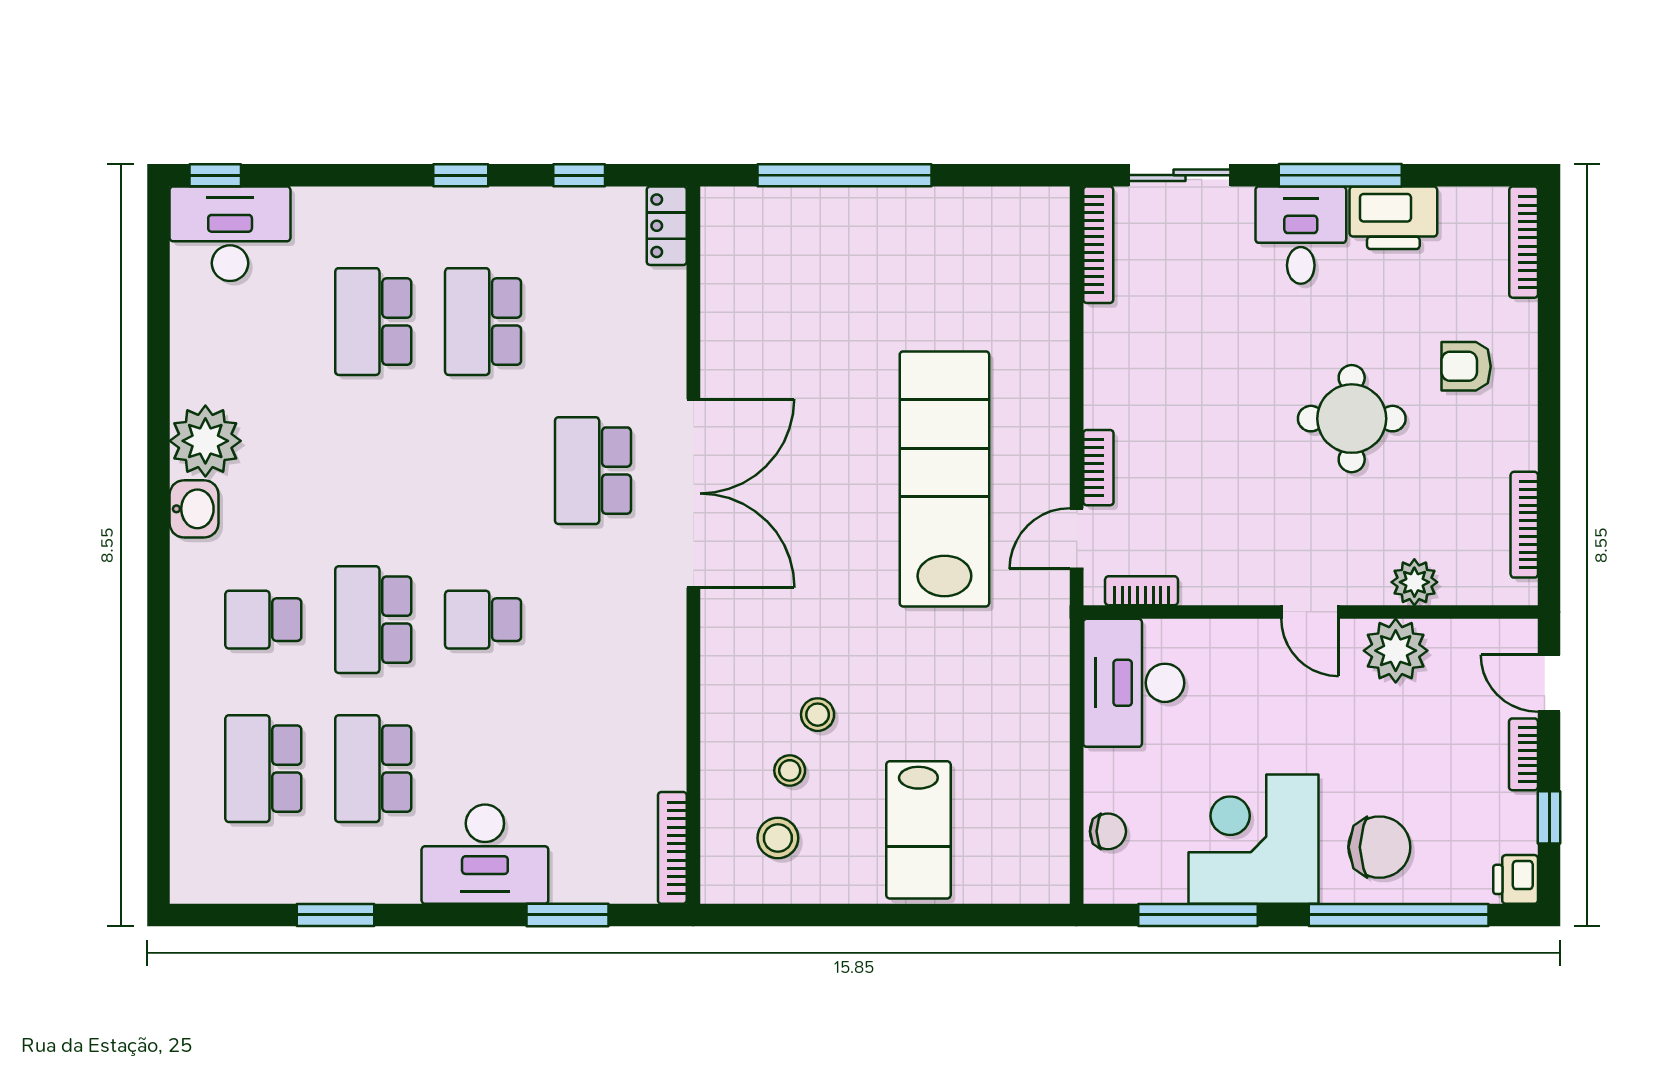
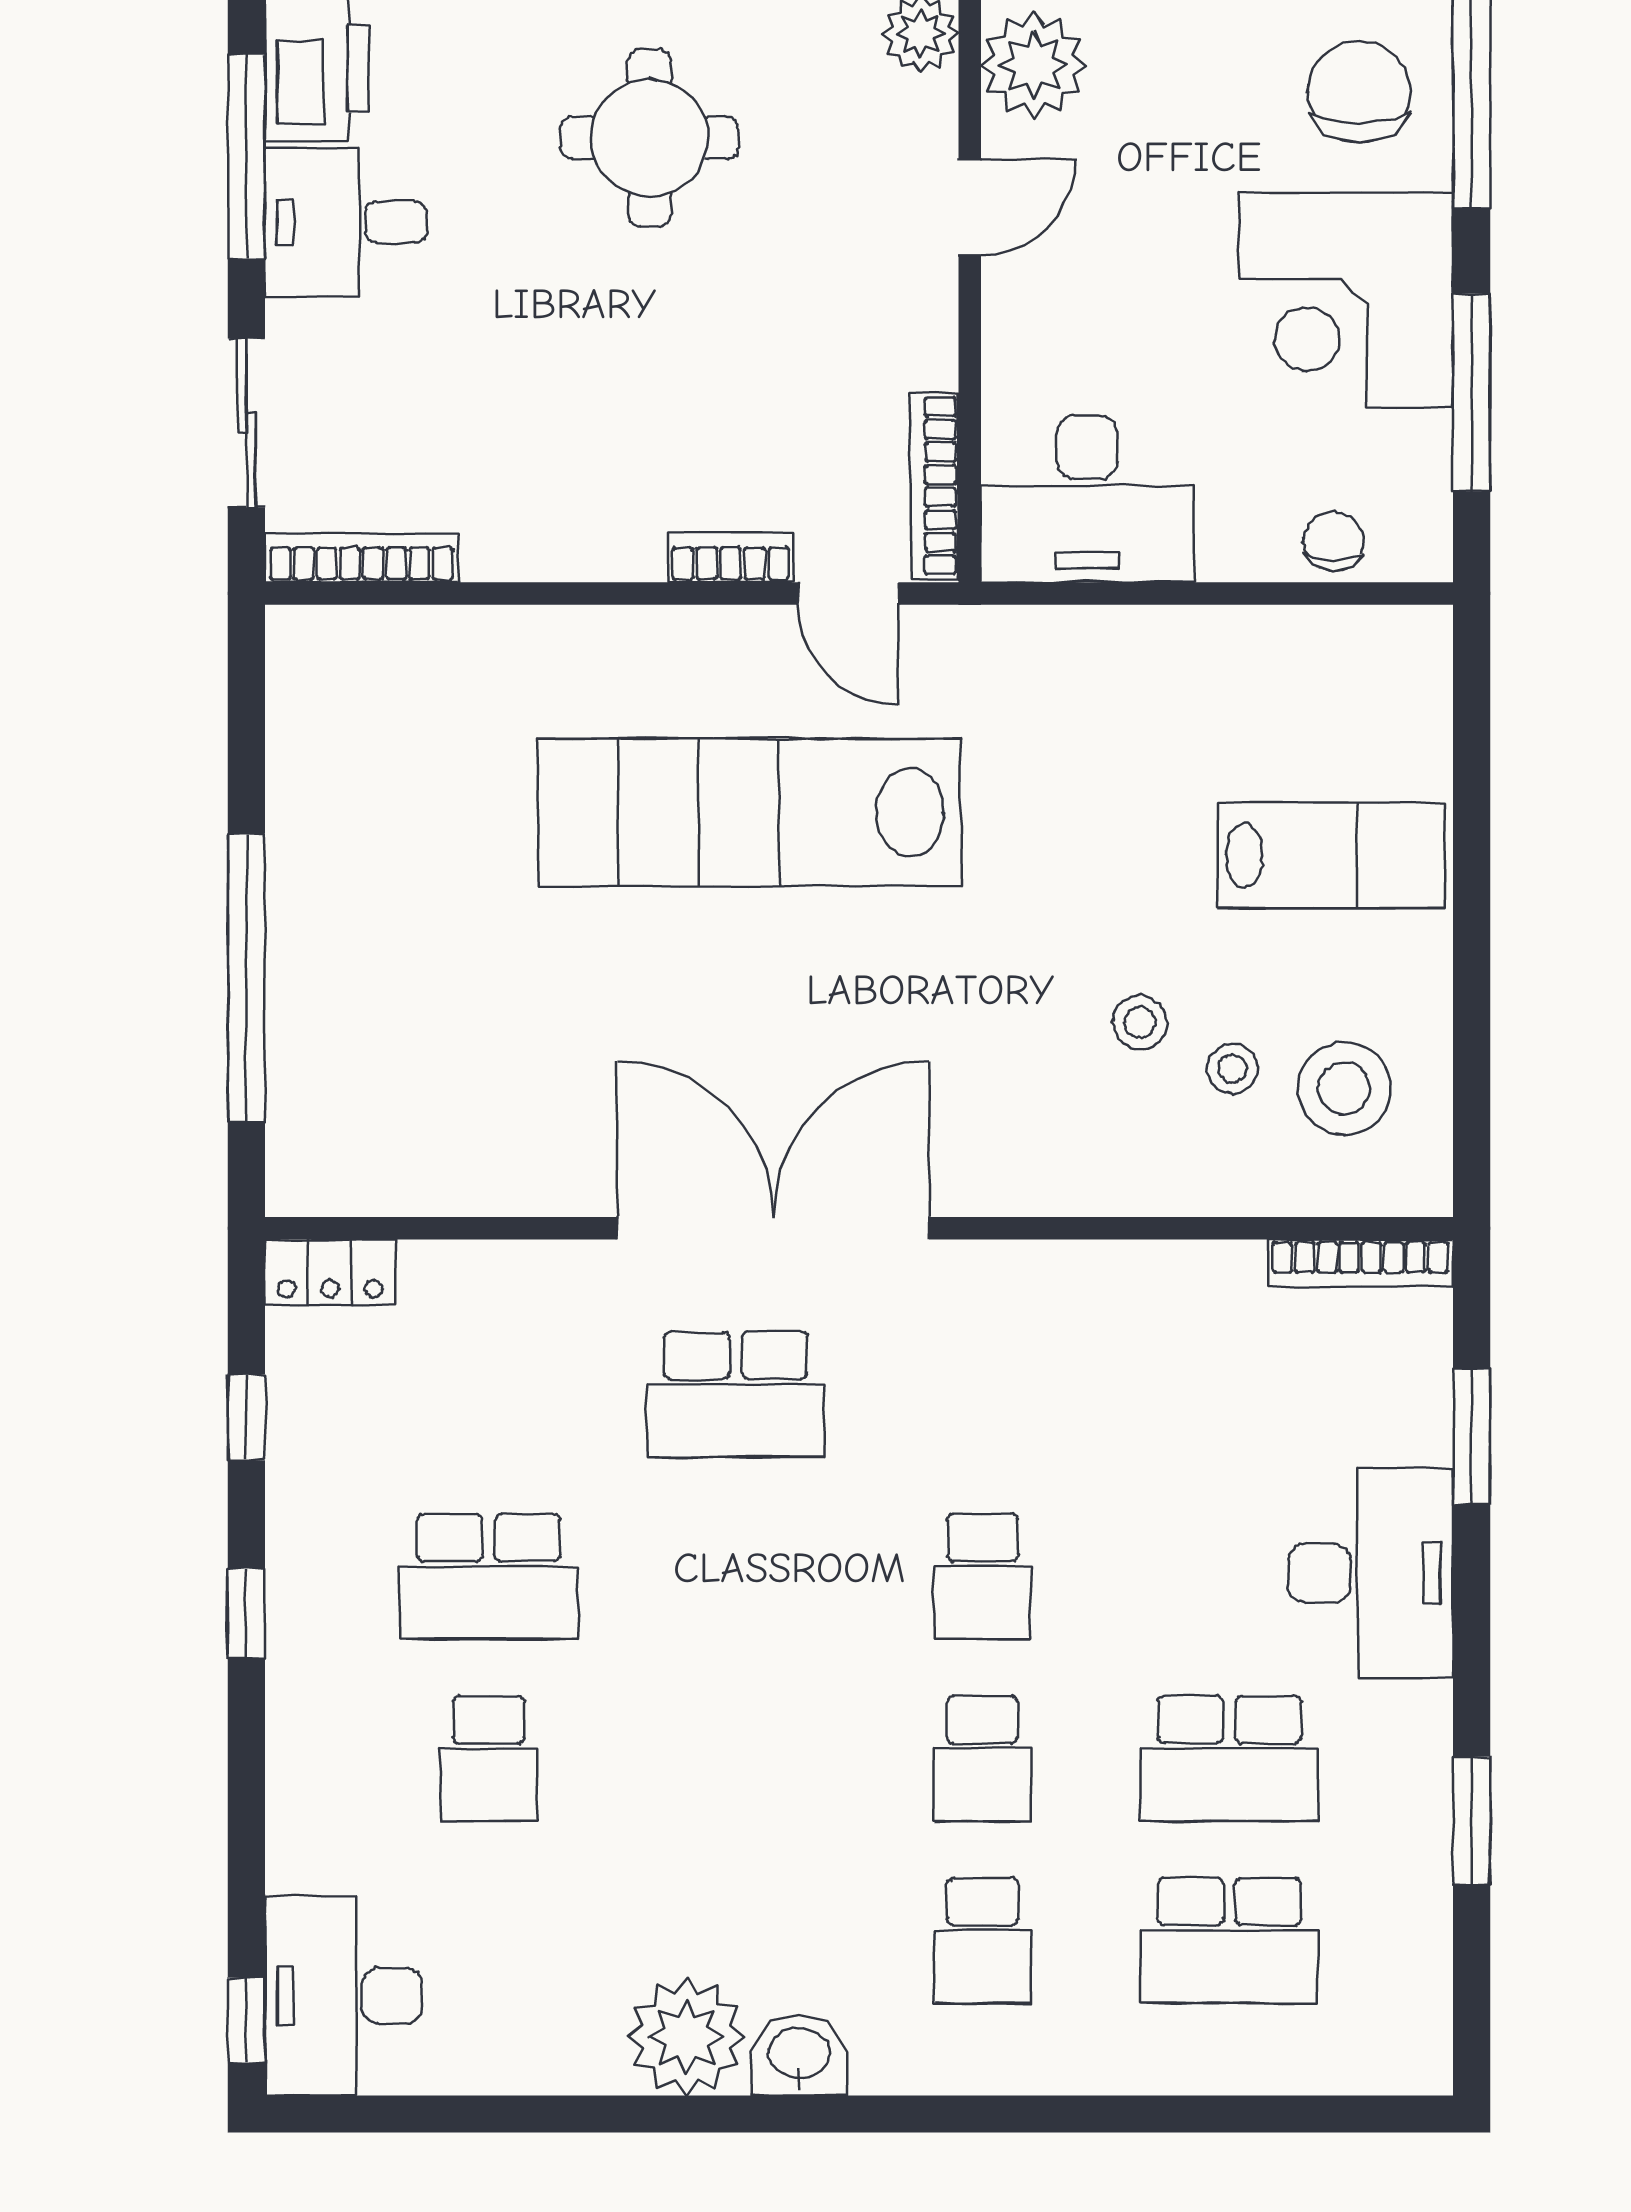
school desk: (373, 322) -> (489, 1758), width x0.54
bookcase: (1141, 591) -> (935, 486), width x1.56
school desk: (373, 620) -> (982, 1758), width x0.54
stool: (778, 838) -> (1344, 1088), width x1.38, depth x1.38

